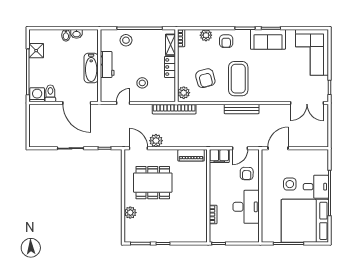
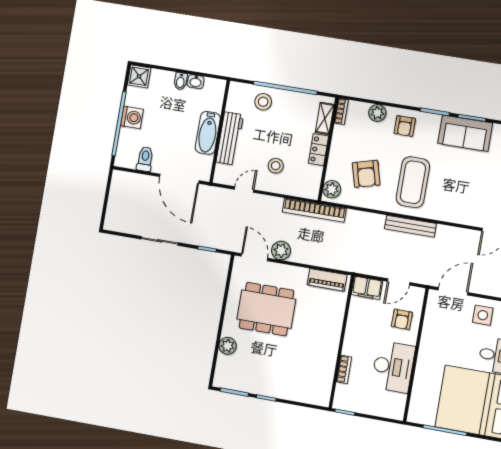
shower: (36, 51) -> (139, 76), moved
workbench: (107, 64) -> (230, 138), width x1.38
washing machine: (37, 95) -> (132, 117), moved, turned 90
side table: (290, 184) -> (483, 315), moved

